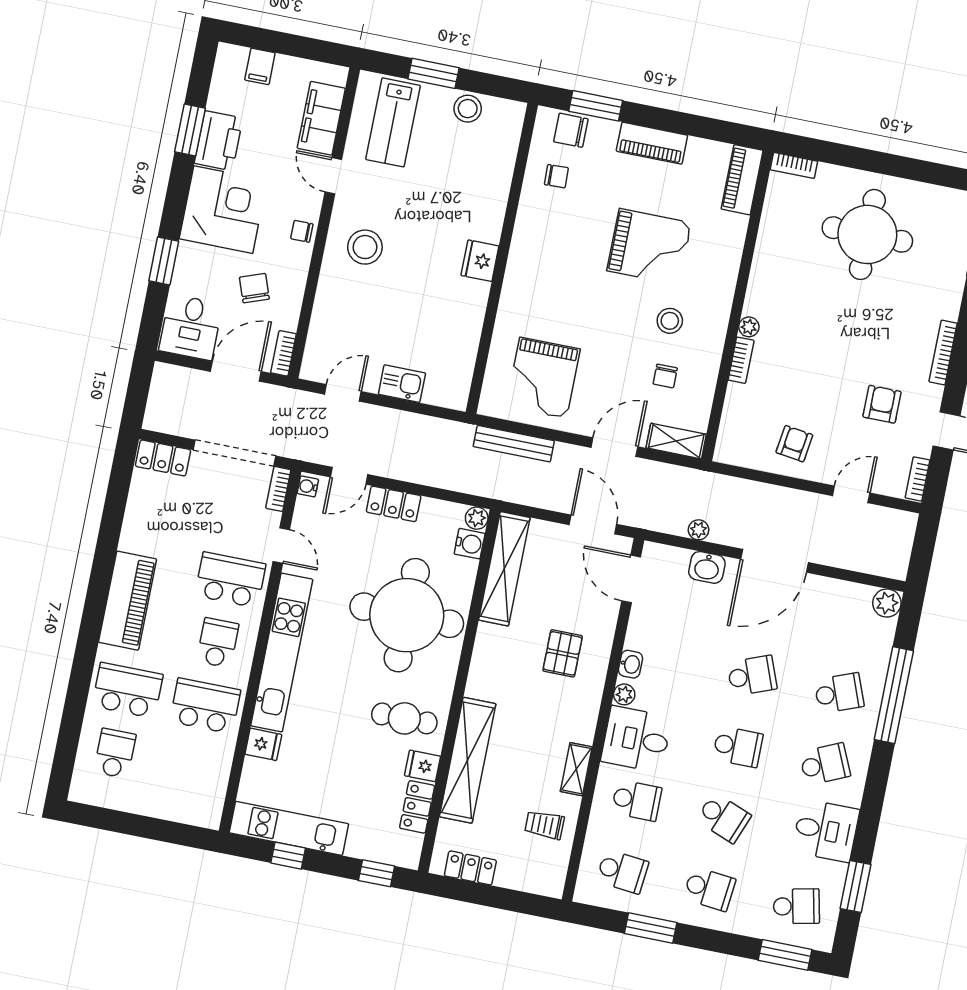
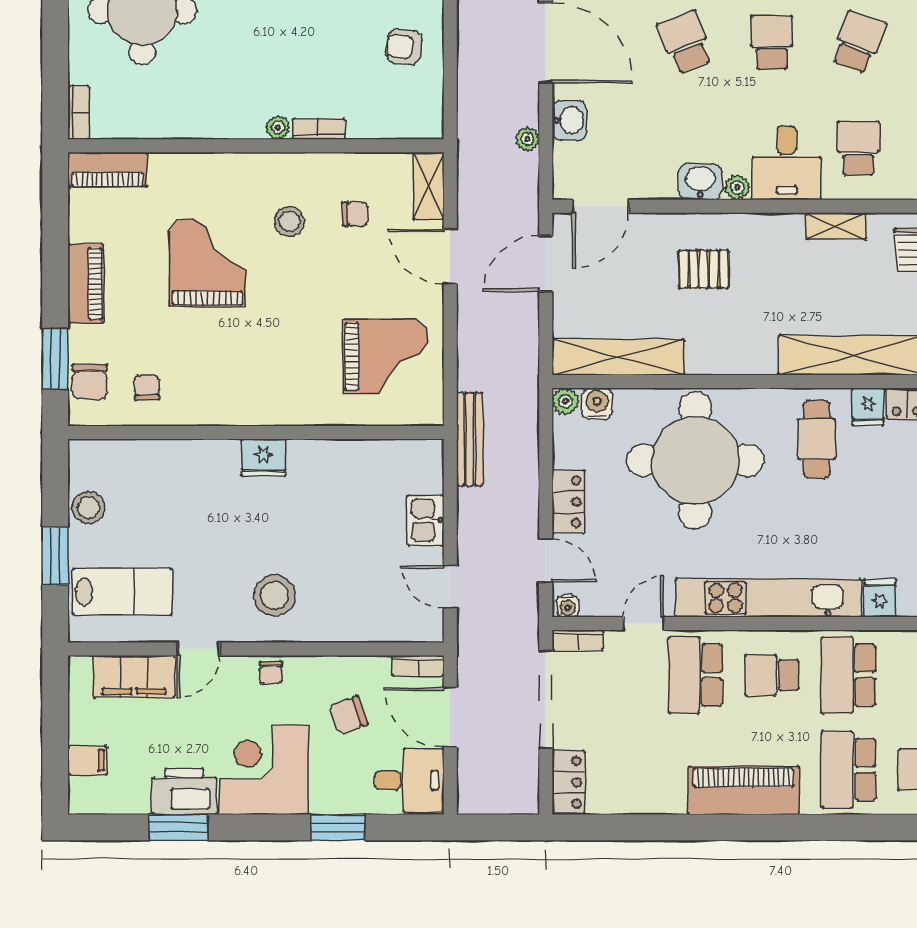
bench: (514, 444) -> (470, 439), moved
washbasin: (630, 664) -> (700, 181), width x1.38, depth x1.45

